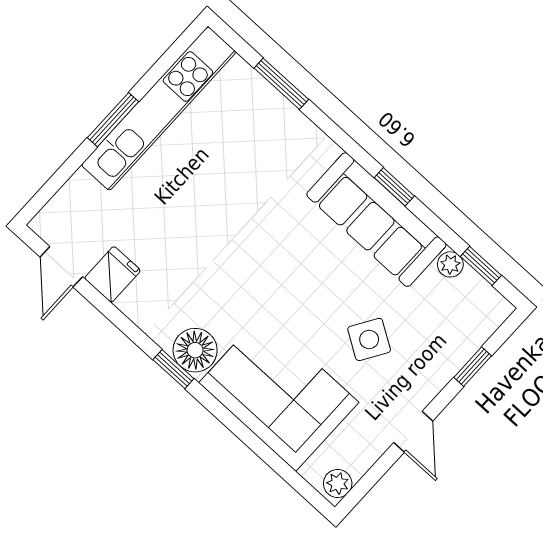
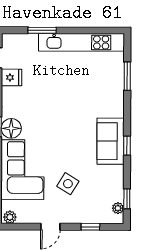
window: (113, 120) -> (42, 30), moved
sofa: (376, 220) -> (111, 141), width x0.73
plant: (450, 264) -> (118, 208), moved

